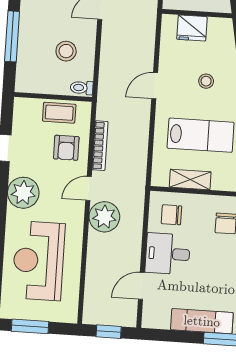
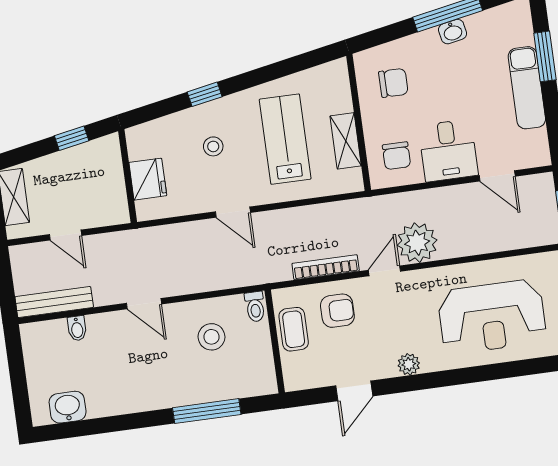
door: (89, 188) -> (384, 271), swing flipped
plant: (23, 193) -> (409, 364), width x0.53, depth x0.53

